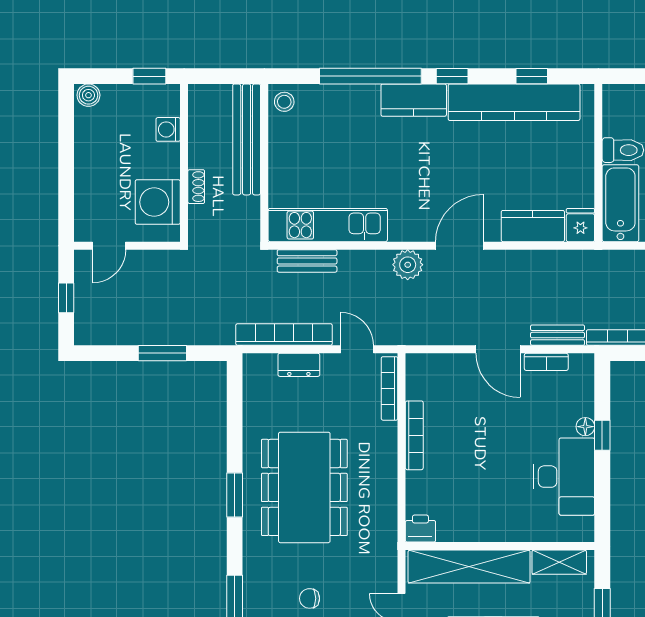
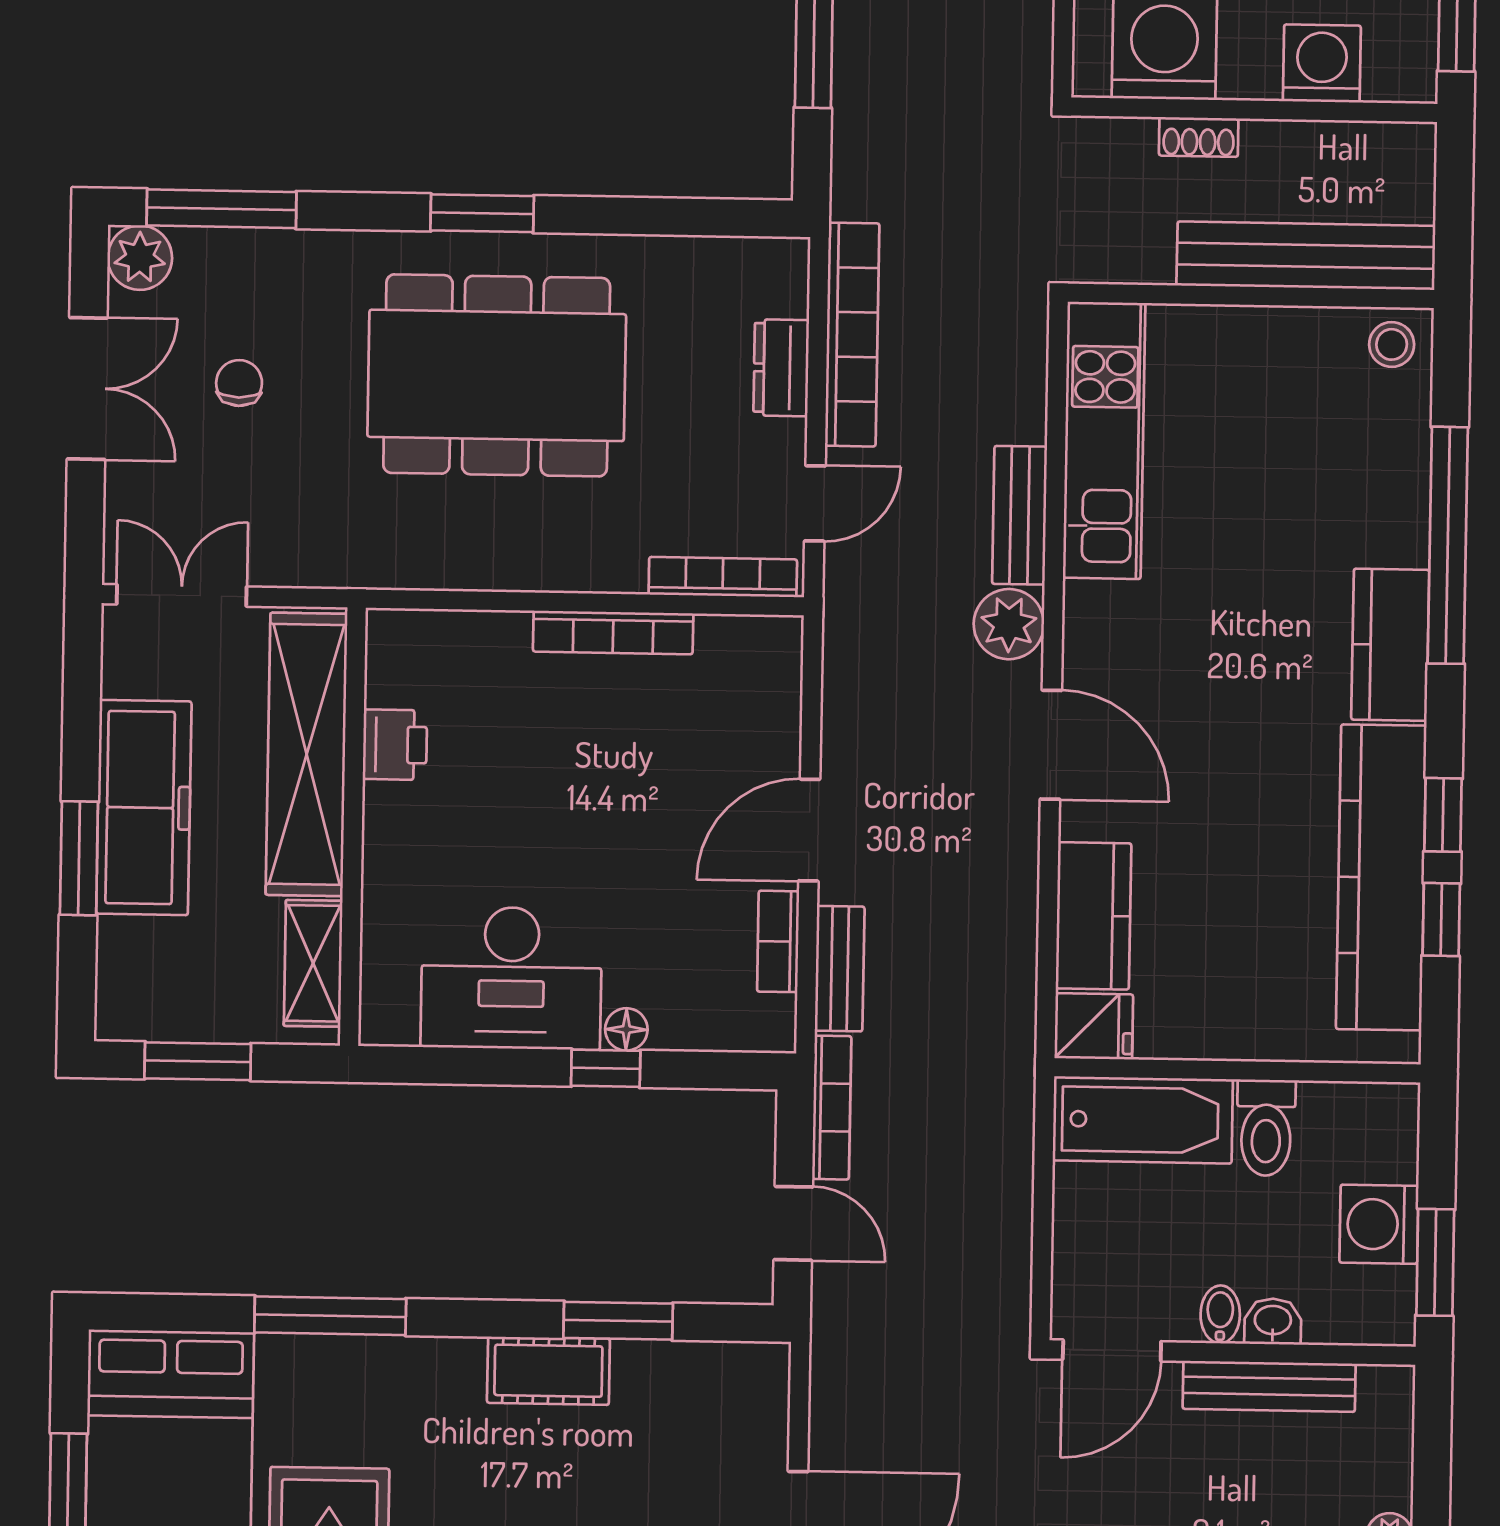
window: (452, 76) -> (1443, 815), moved
washing machine: (168, 129) -> (1322, 63), width x1.38, depth x1.38
bench: (307, 261) -> (1020, 515), moved
printer: (420, 529) -> (395, 745), moved

